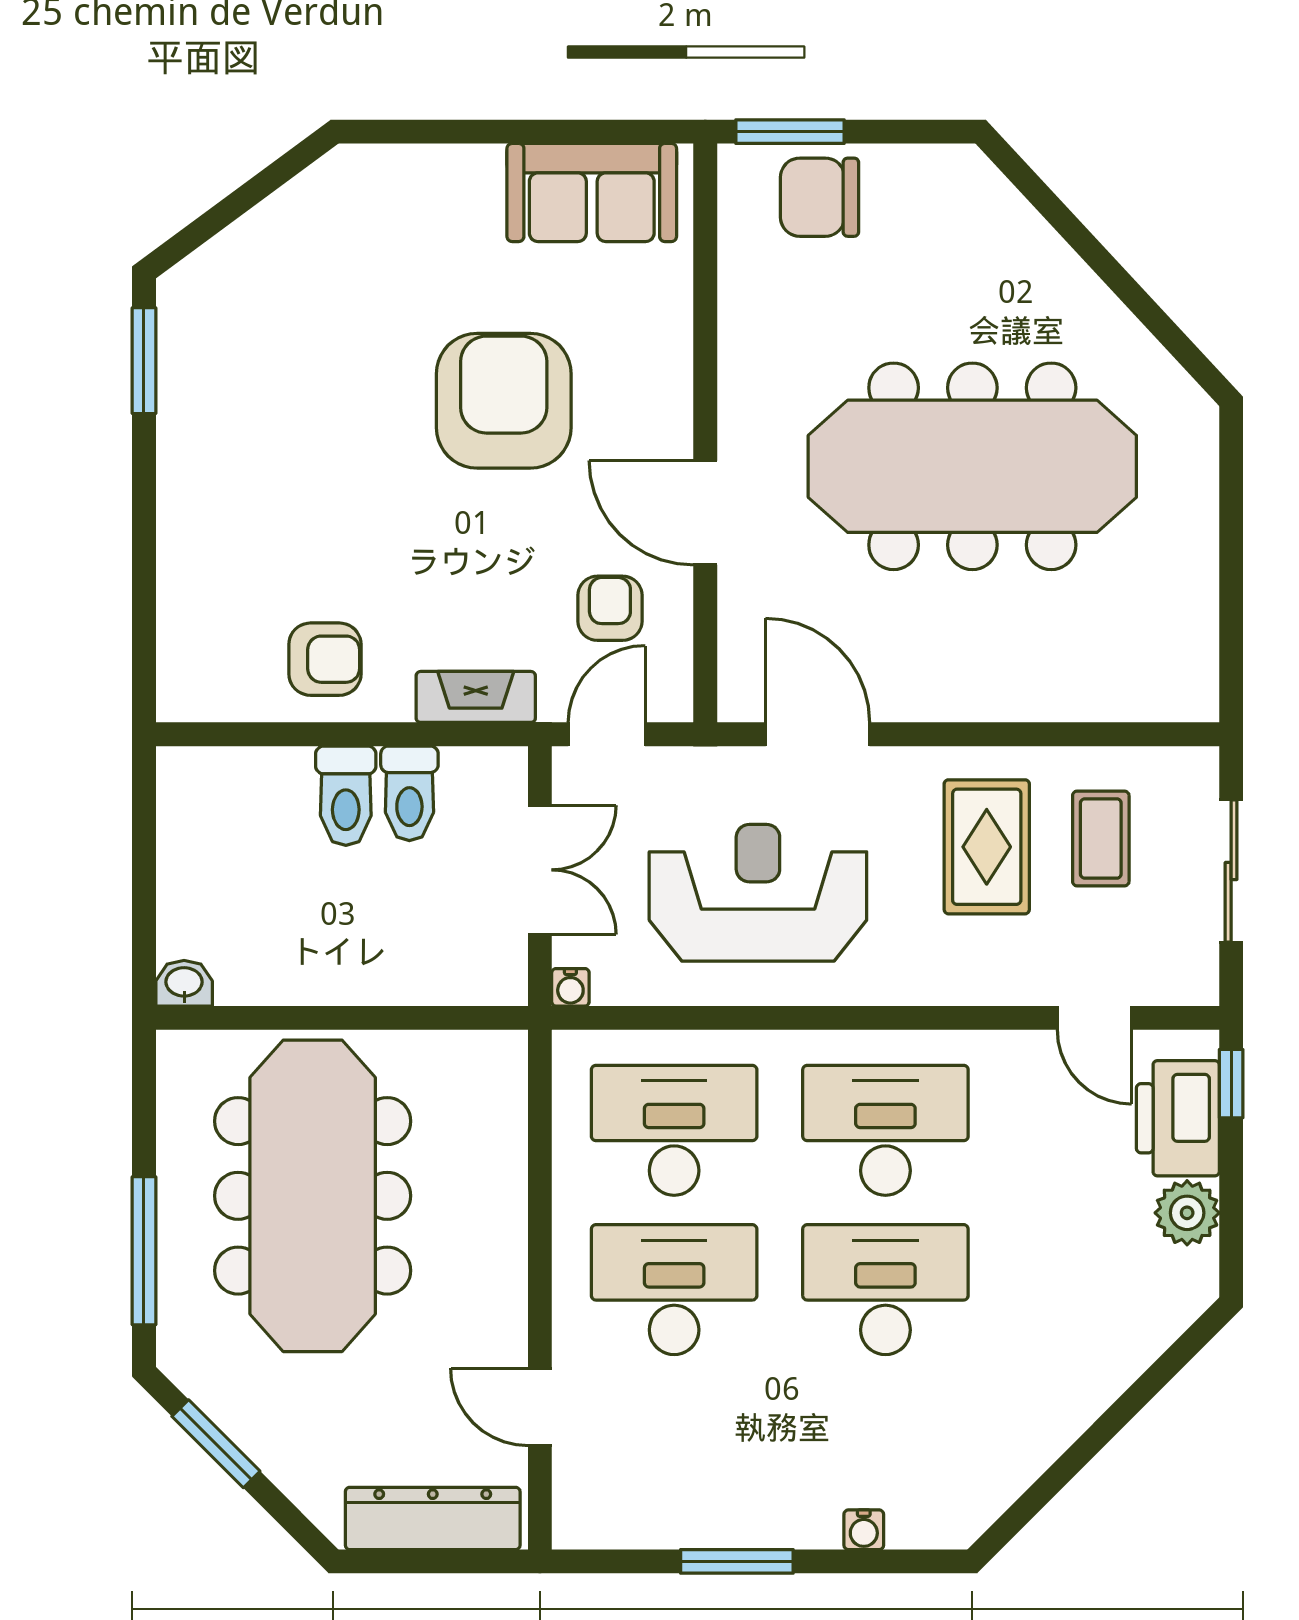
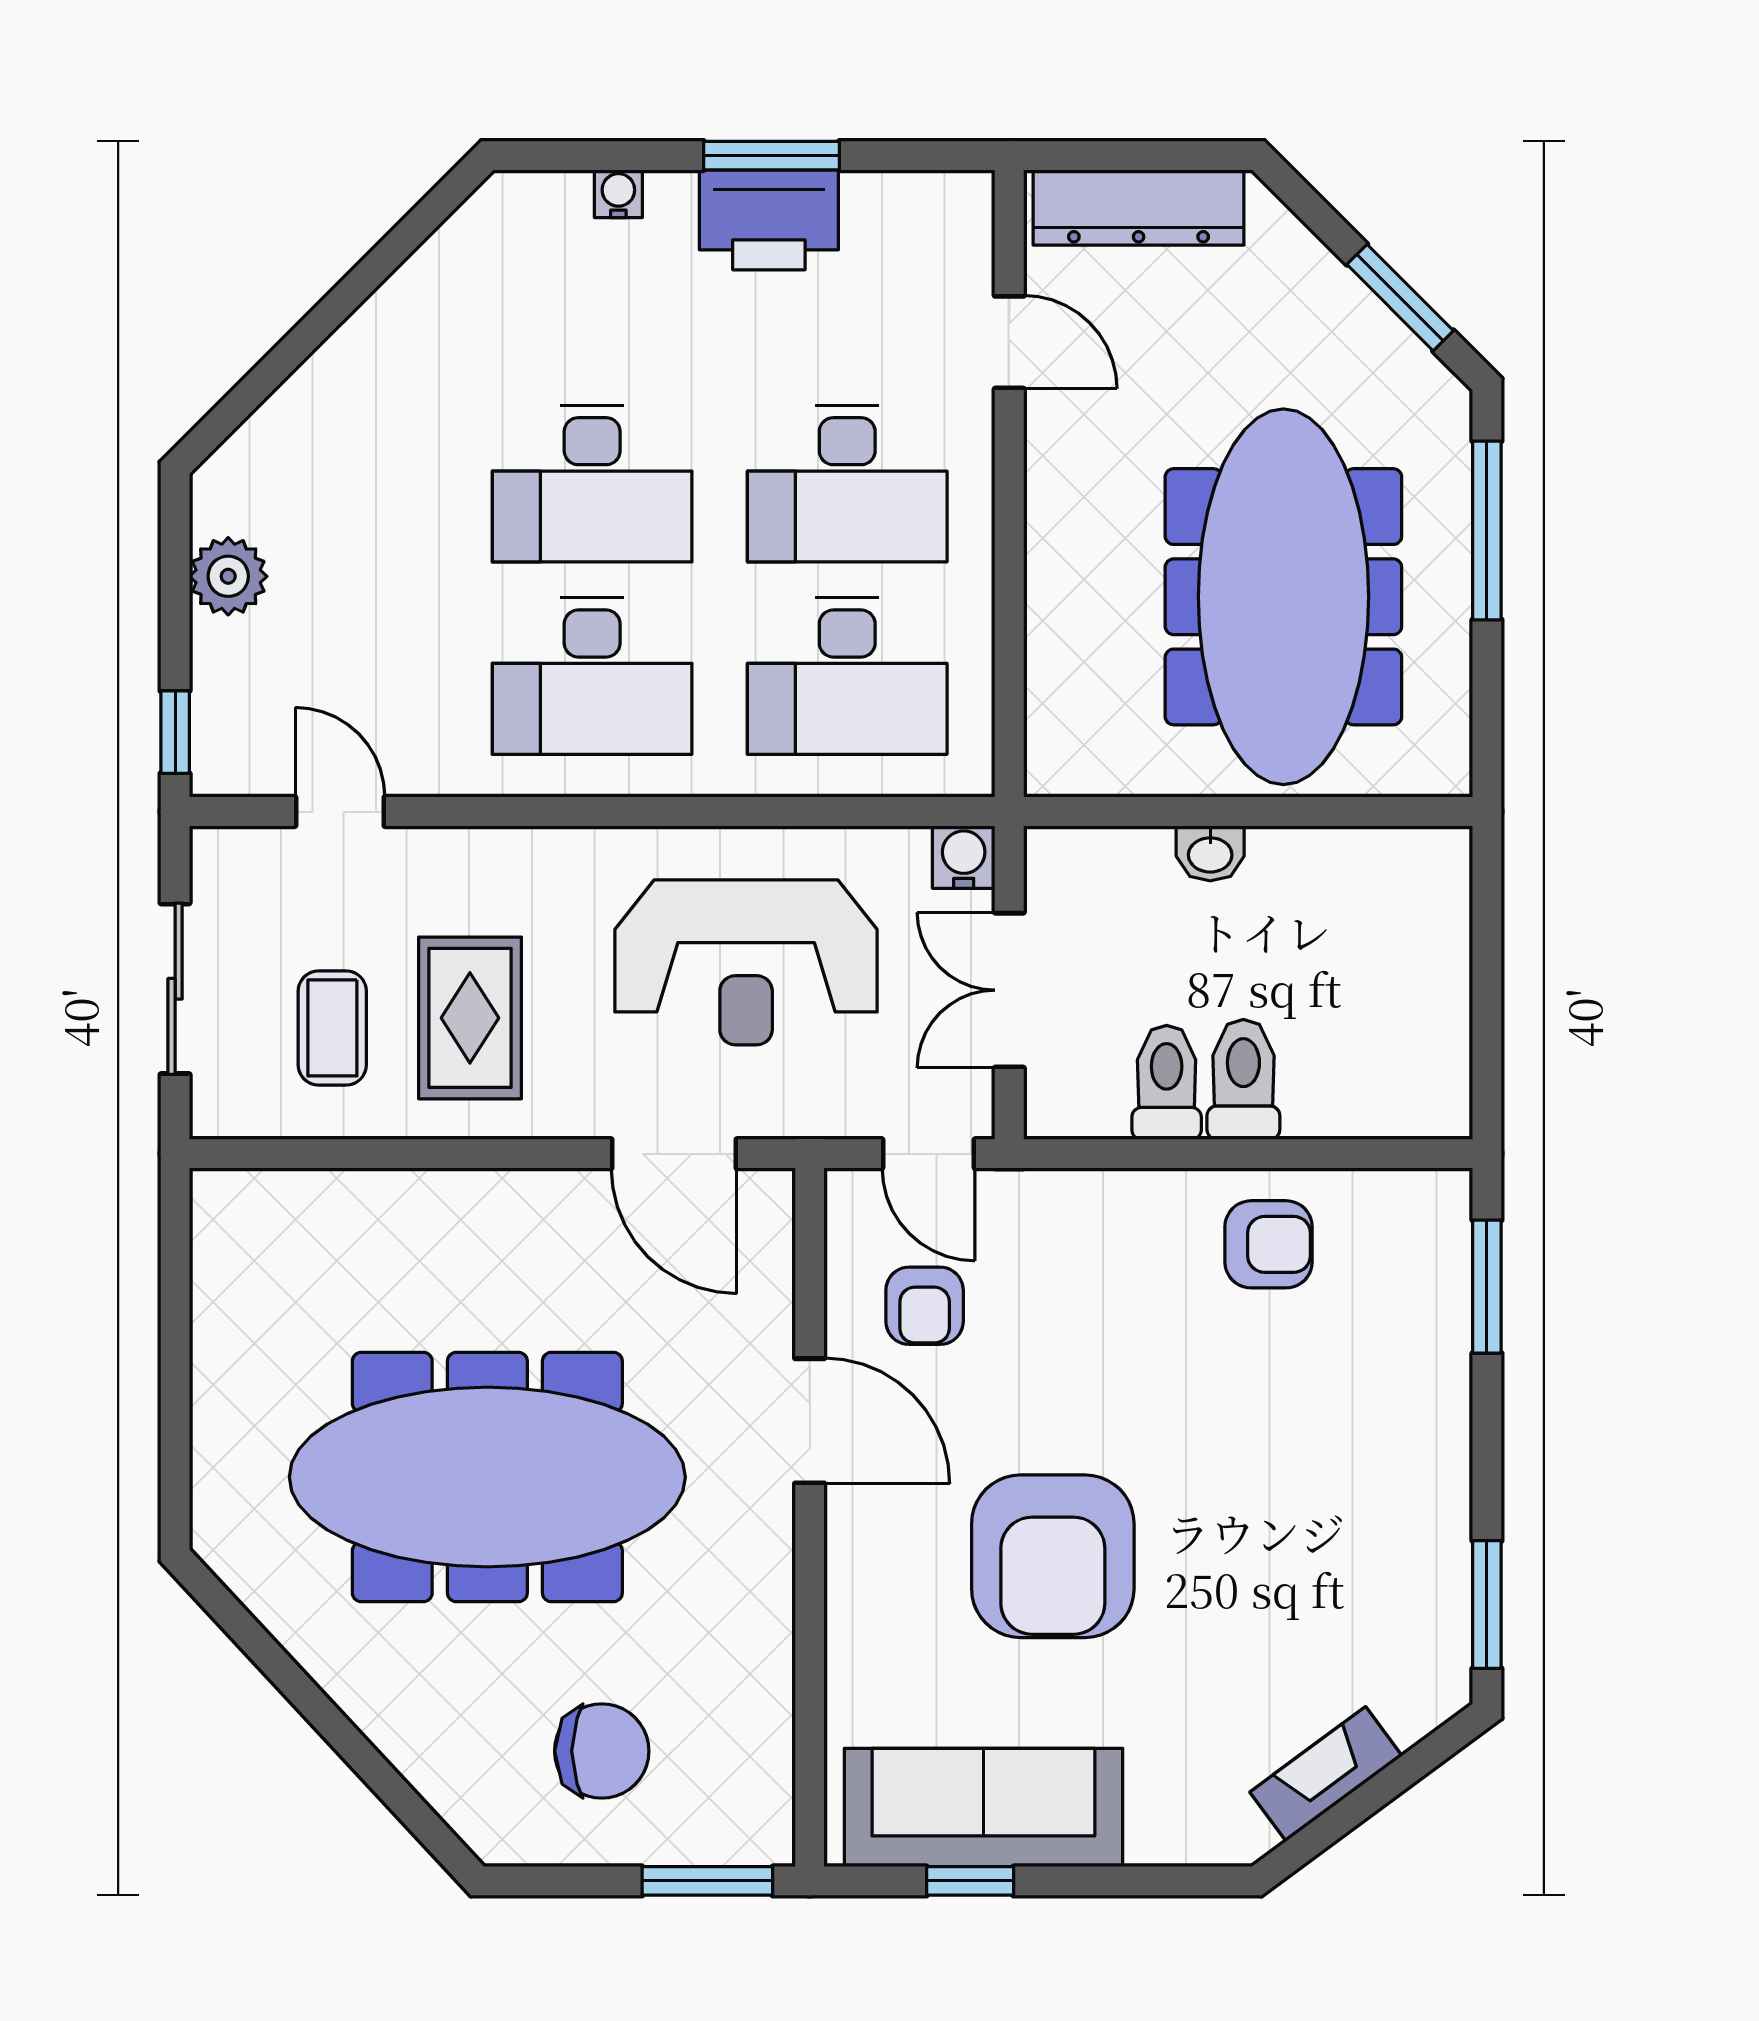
window: (572, 132) -> (970, 1881), added
sofa: (592, 192) -> (983, 1807), width x1.36
chair: (820, 197) -> (602, 1751), moved
window: (144, 624) -> (1487, 1287), added
armchair: (325, 659) -> (1269, 1244), turned 180
fireplace: (476, 697) -> (1326, 1774), moved, turned 144
door: (607, 734) -> (929, 1154), hinge flipped
washbasin: (184, 983) -> (1210, 853), moved
water cooler: (570, 987) -> (964, 857), width x1.38, depth x1.38
printer: (1178, 1118) -> (769, 220), moved, turned 90

